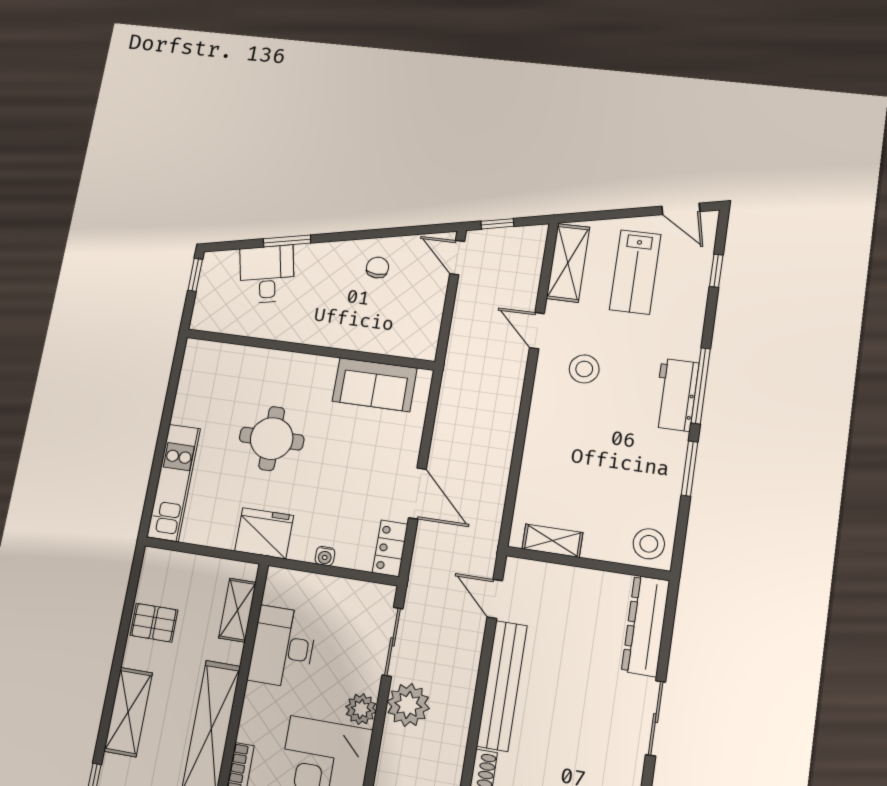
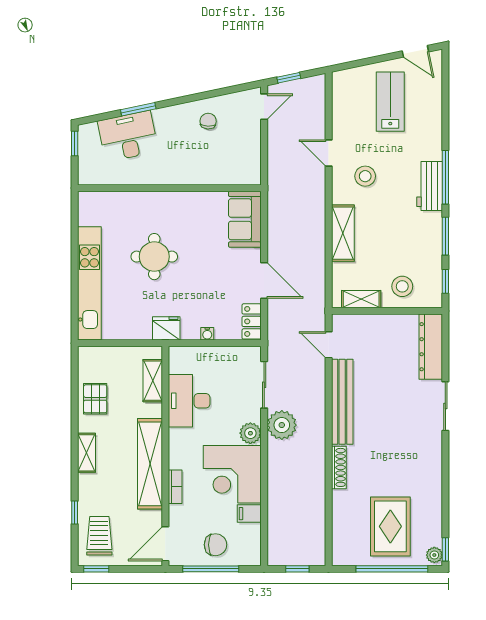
door: (457, 258) -> (264, 107), swing flipped
shelving: (568, 263) -> (343, 233), moved
window: (716, 271) -> (445, 281), moved
lab bench: (635, 272) -> (390, 102), turned 180
desk: (267, 274) -> (128, 136), width x1.37
sofa: (375, 385) -> (245, 219), moved, turned 90
kitchen unit: (174, 483) -> (89, 283), width x1.36
fridge: (264, 533) -> (166, 328), width x0.73, depth x0.75
stool: (649, 544) -> (402, 286), moved
pallet: (154, 623) -> (95, 399), turned 90
shelving: (128, 712) -> (87, 453), width x0.67, depth x0.75

